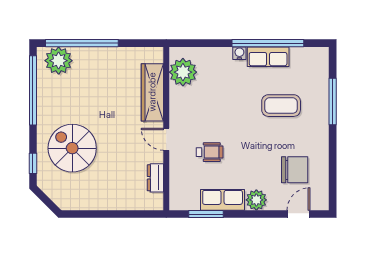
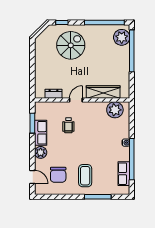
row of seats: (268, 57) -> (124, 174), moved
coffee table: (281, 106) -> (85, 176), moved

